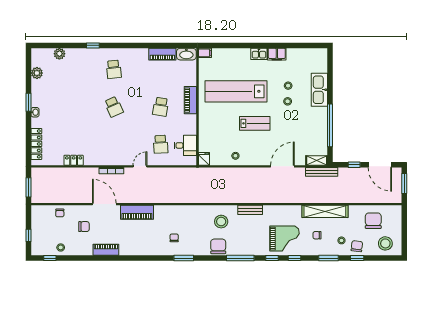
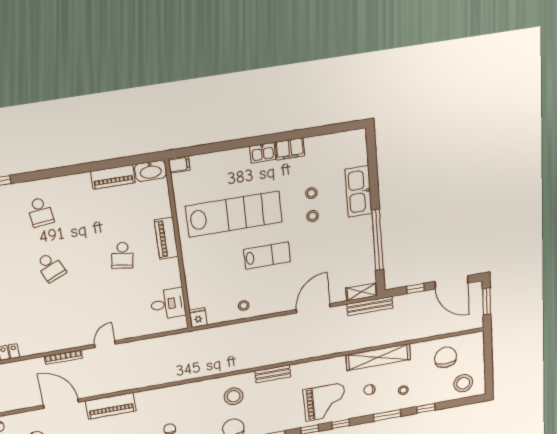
lab bench: (236, 91) -> (234, 214), turned 180
school desk: (161, 144) -> (131, 308), removed
chair: (357, 246) -> (425, 394), removed

